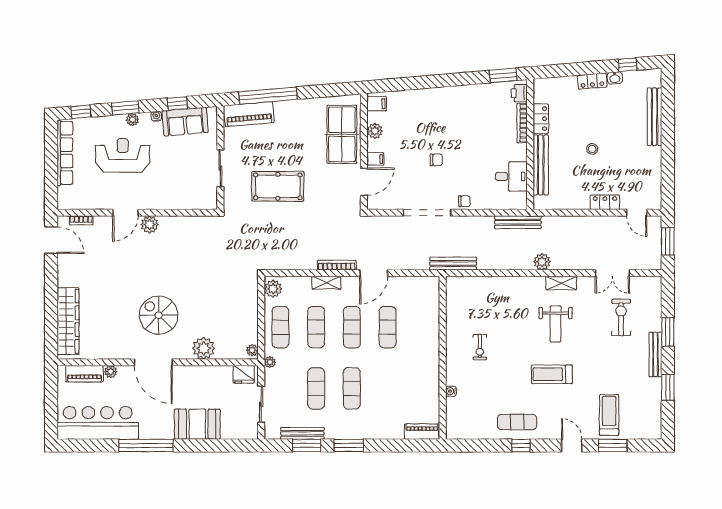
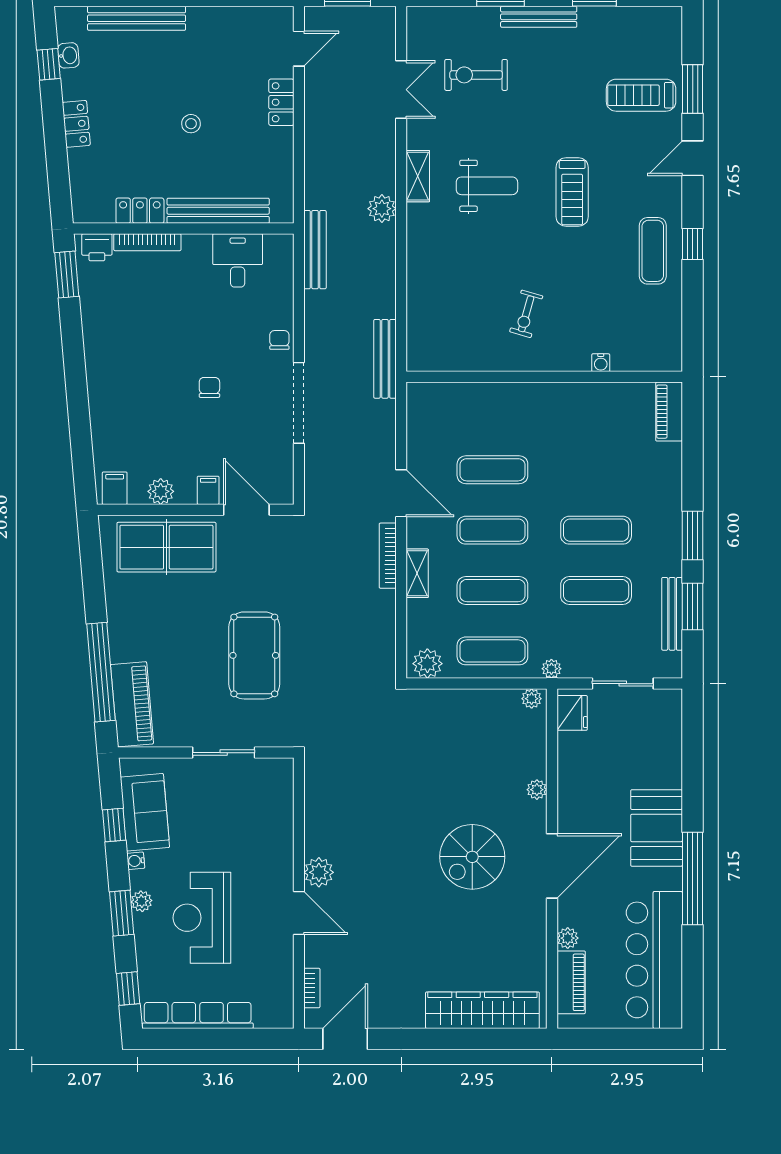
washbasin: (615, 78) -> (68, 55), moved
exercise bike: (480, 347) -> (526, 314), turned 106
plant: (204, 348) -> (537, 790), width x0.53, depth x0.53
booth: (197, 424) -> (657, 828), moved

